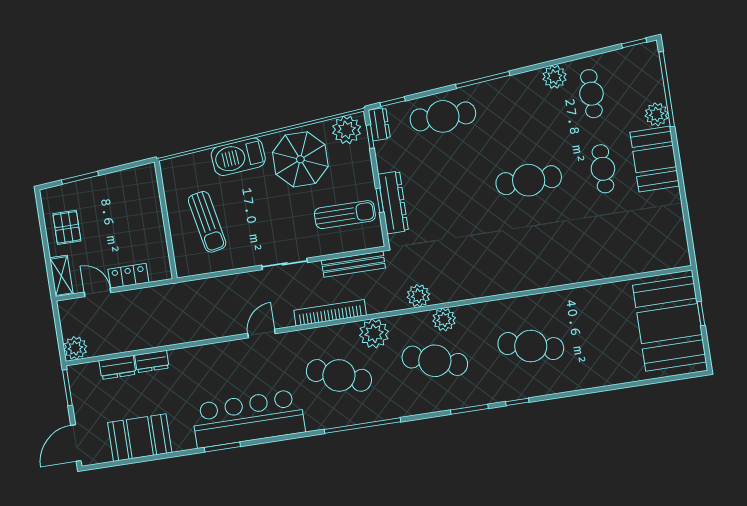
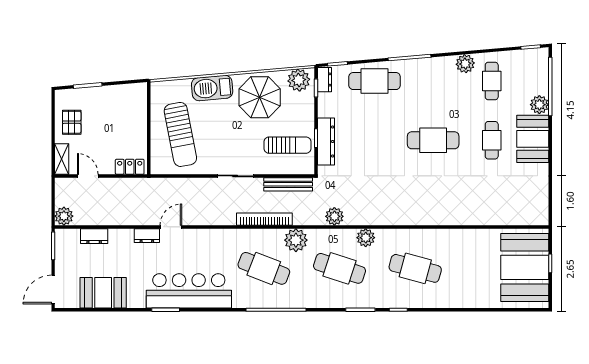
sun lounger: (207, 222) -> (180, 134), width x1.36, depth x1.34
locker: (128, 276) -> (130, 167), moved
plant: (444, 319) -> (366, 238), moved
door: (261, 334) -> (171, 227), moved
dresser: (152, 362) -> (147, 236), moved

